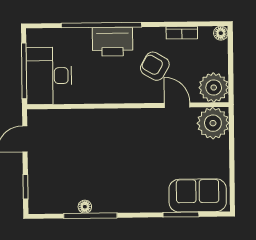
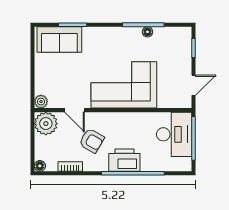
plant: (213, 123) -> (41, 102), width x0.53, depth x0.53
corner sofa: (114, 138) -> (124, 85), added

